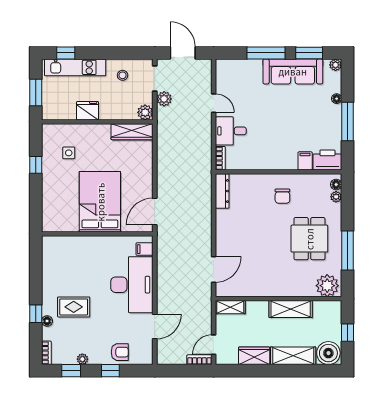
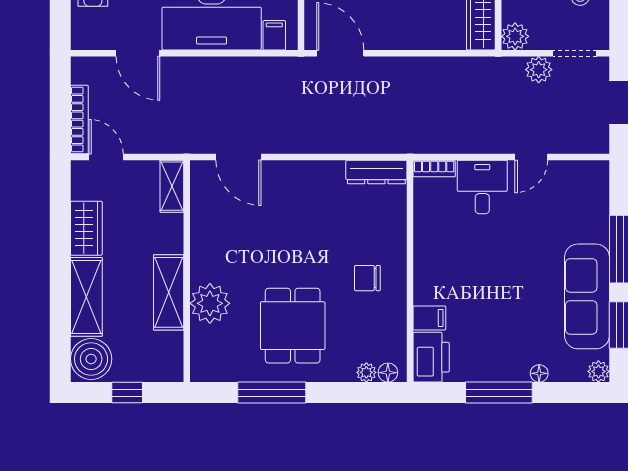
dining table: (309, 239) -> (293, 326), turned 90
plant: (327, 286) -> (210, 303), moved
bookcase: (199, 360) -> (79, 120), width x1.56

